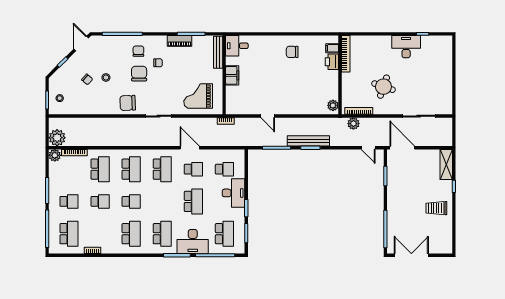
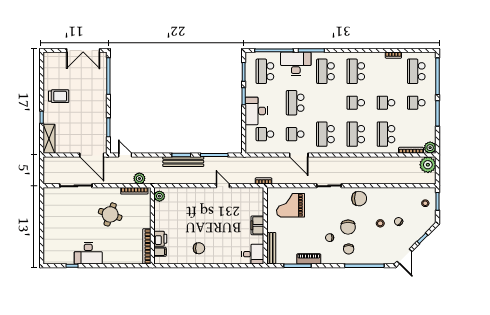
grand piano: (198, 96) -> (291, 205), turned 180

